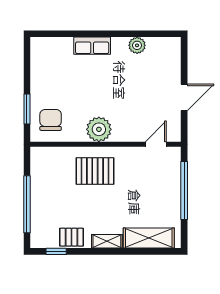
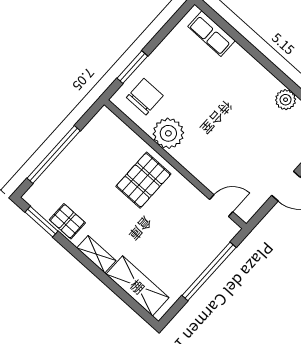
row of seats: (92, 46) -> (211, 34), moved
plant: (99, 129) -> (168, 133), moved
pallet: (95, 171) -> (143, 180), turned 90
window: (56, 251) -> (42, 222), width x1.50

